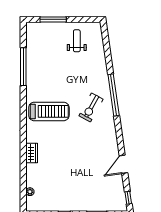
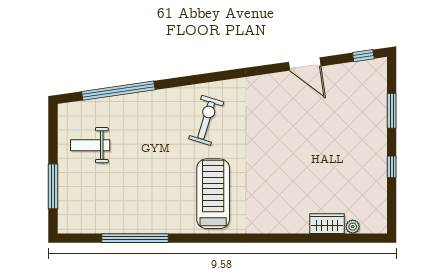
window: (114, 95) -> (118, 91), moved
exercise bike: (91, 107) -> (206, 120), turned -102
wardrobe: (32, 153) -> (327, 224), moved

